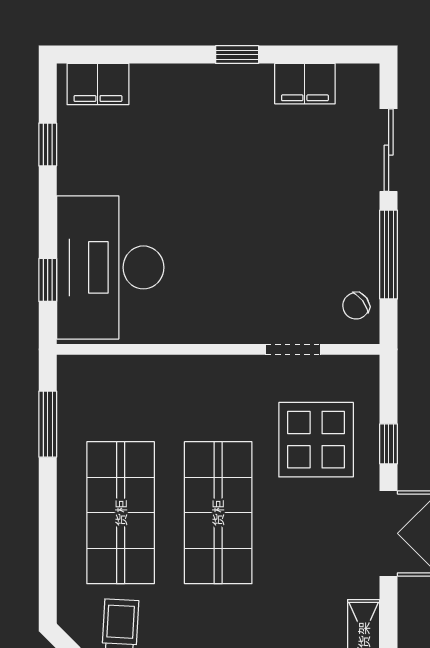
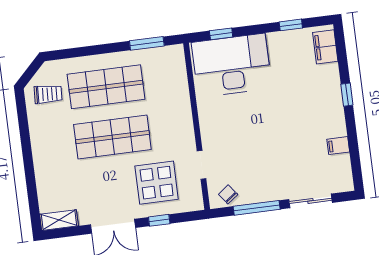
window: (237, 55) -> (347, 95), moved
filing cabinet: (305, 84) -> (338, 146), width x0.50

